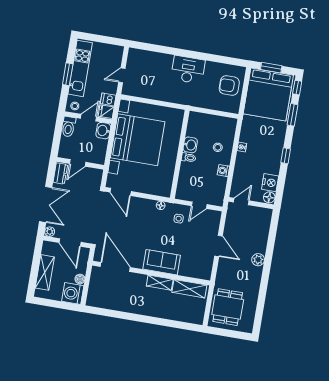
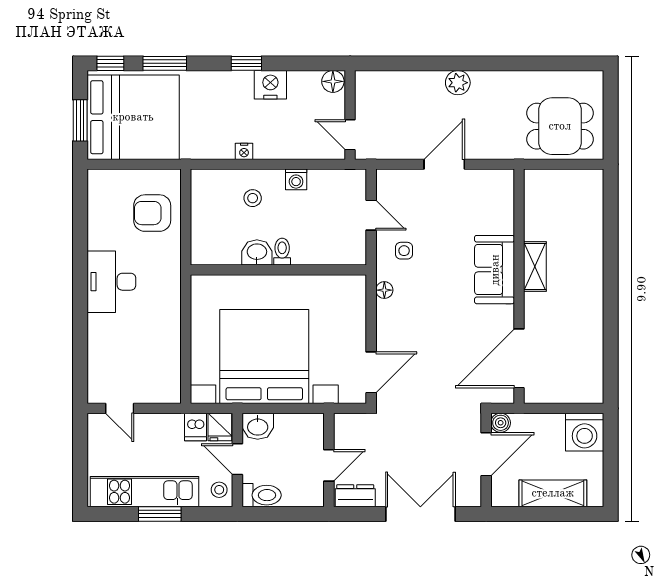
door: (122, 75) -> (120, 408), moved
armchair: (229, 86) -> (152, 213), moved, turned 90
door: (78, 163) -> (329, 465), hinge flipped
nightstand: (270, 183) -> (270, 85), moved
plant: (50, 232) -> (472, 497), removed
boiler: (80, 279) -> (501, 423), moved
shelving: (189, 289) -> (537, 207), removed

